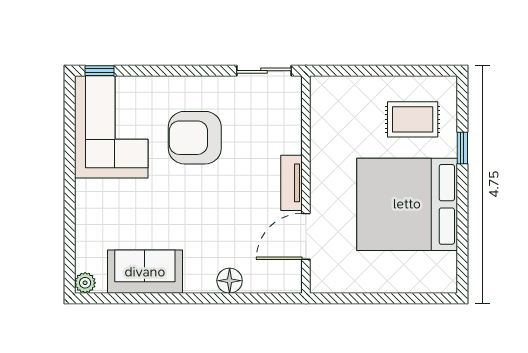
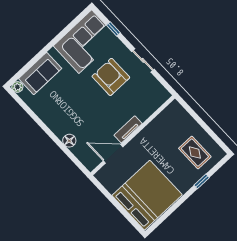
window: (99, 71) -> (113, 29), moved
sliding door: (264, 71) -> (143, 60), moved
bed: (407, 204) -> (147, 195), moved, turned 90
sofa: (145, 272) -> (40, 73), moved, turned 90

